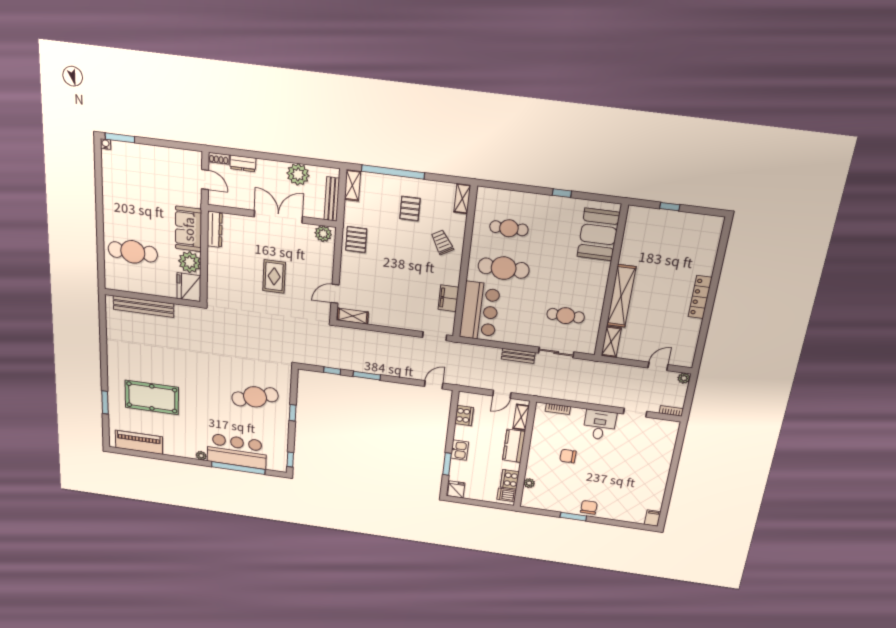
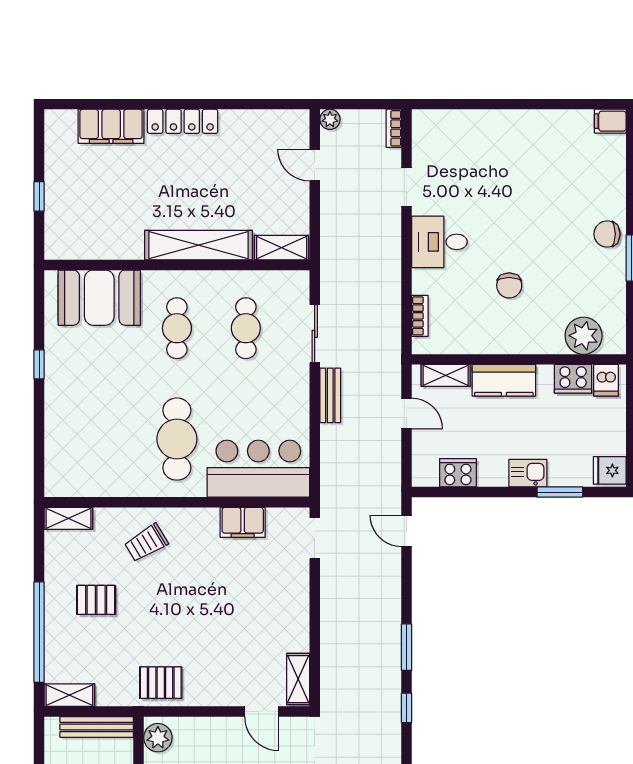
cafe table: (509, 228) -> (177, 328), moved
filing cabinet: (706, 255) -> (111, 126), added
plant: (529, 483) -> (584, 336), width x1.88, depth x1.88

